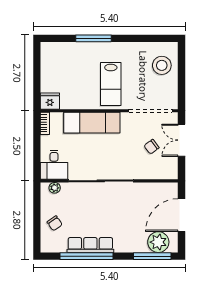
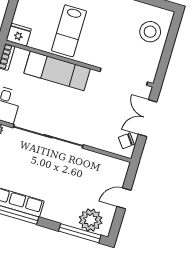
lab bench: (111, 84) -> (69, 31), moved
chair: (152, 147) -> (126, 141), moved
door: (181, 215) -> (124, 198), width x0.53

